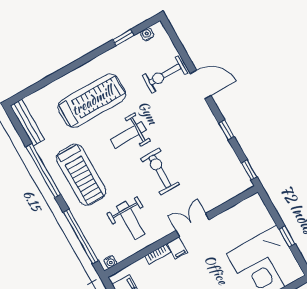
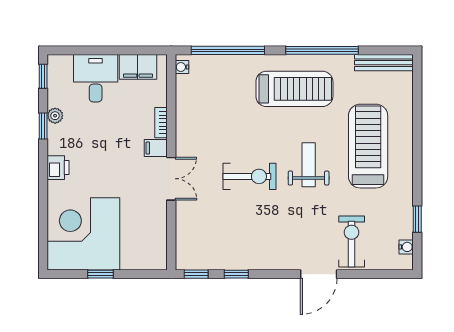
treadmill: (92, 101) -> (368, 146), turned 180
window: (226, 130) -> (236, 274), moved
treadmill: (81, 175) -> (294, 89), turned 180
weight bench: (131, 220) -> (214, 114), removed

